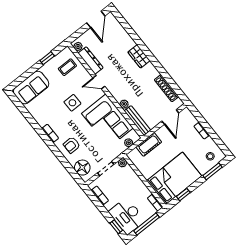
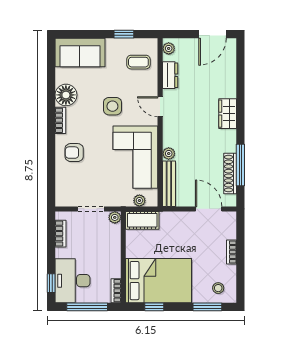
dresser: (91, 60) -> (170, 75), width x0.70
window: (168, 79) -> (240, 165), added
door: (170, 117) -> (209, 209), swing flipped
cot: (149, 144) -> (142, 220), moved
floor lamp: (82, 168) -> (66, 95), moved

